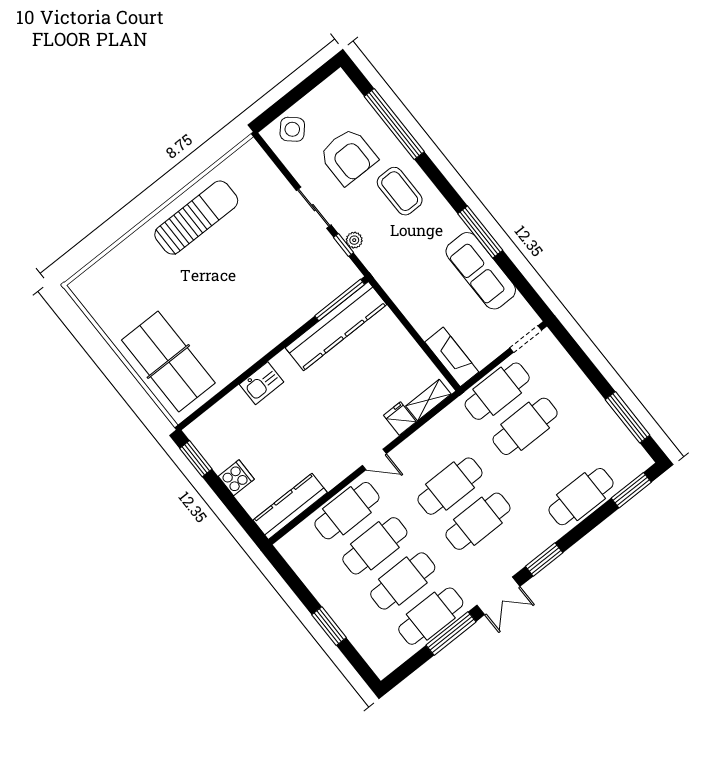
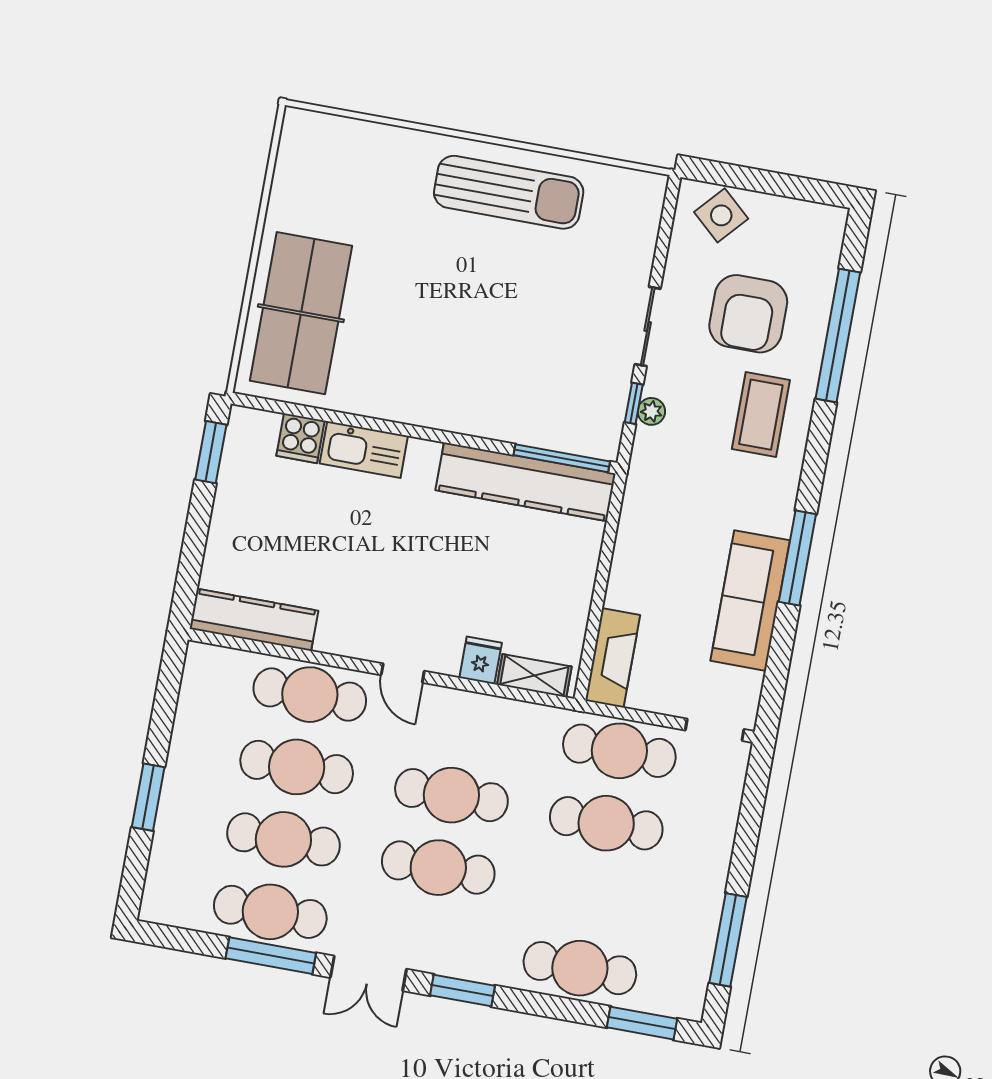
kitchen sink: (262, 383) -> (364, 450), width x1.38
cooker: (236, 478) -> (300, 438), moved, turned 90

